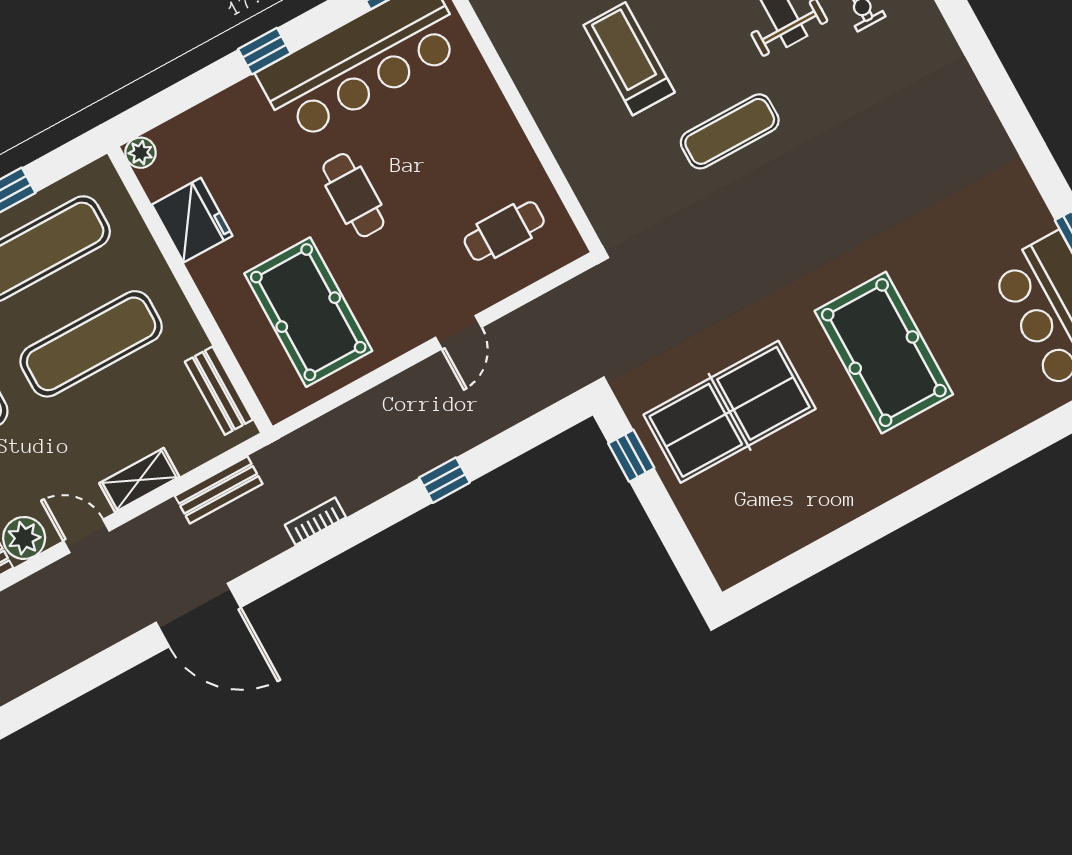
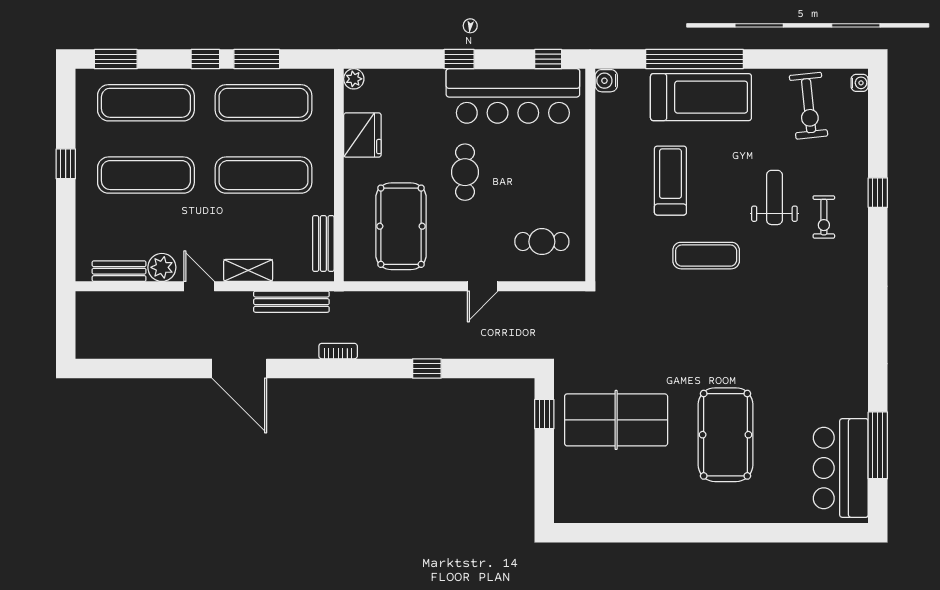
bench: (219, 490) -> (291, 302), width x1.36

